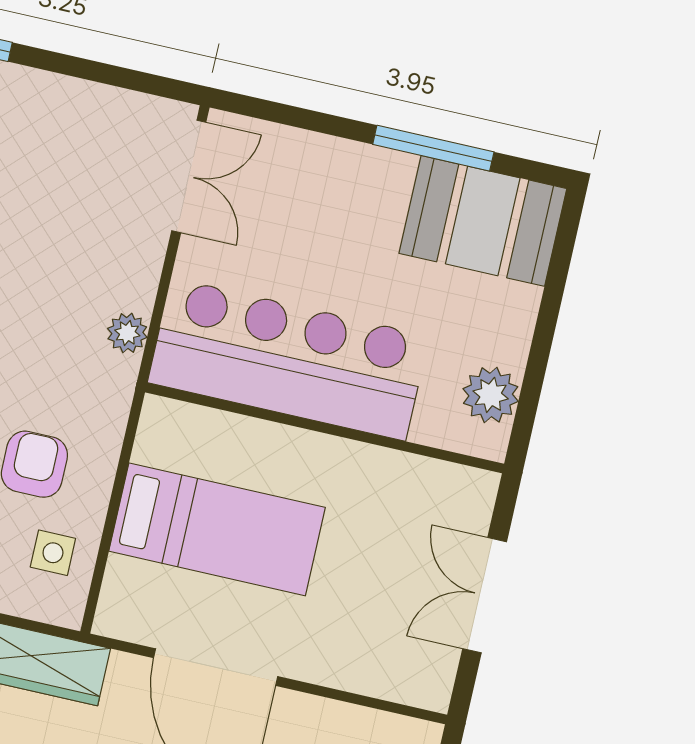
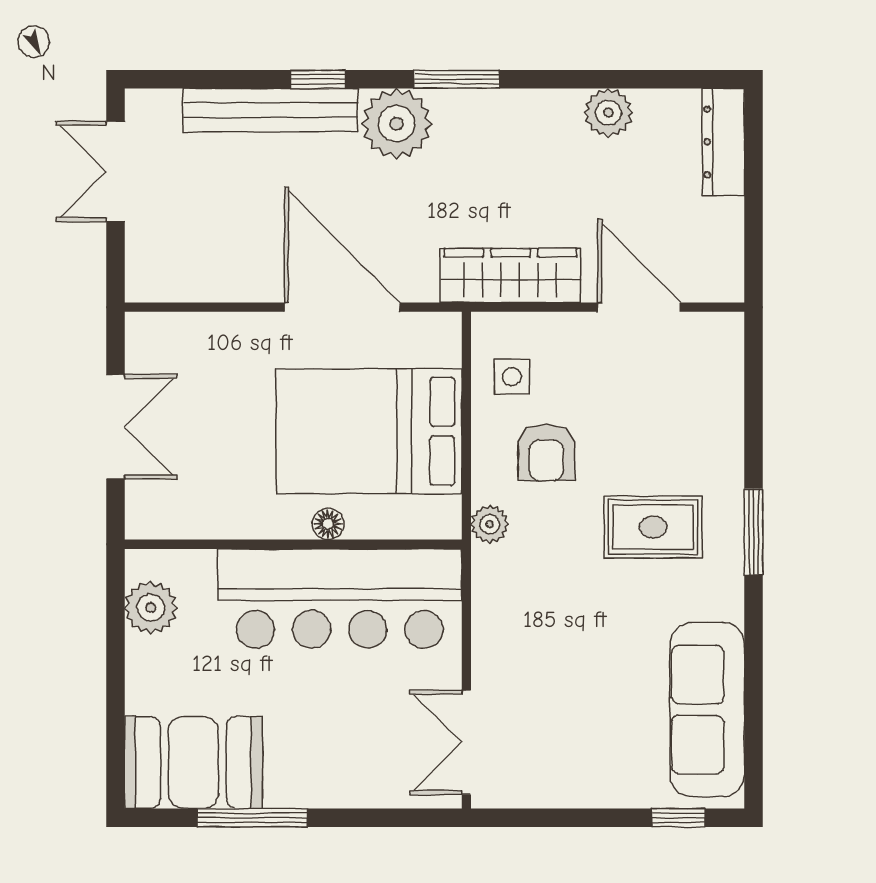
plant: (127, 333) -> (490, 524), moved
floor lamp: (283, 441) -> (328, 524), added
bed: (217, 529) -> (369, 431), width x1.50

